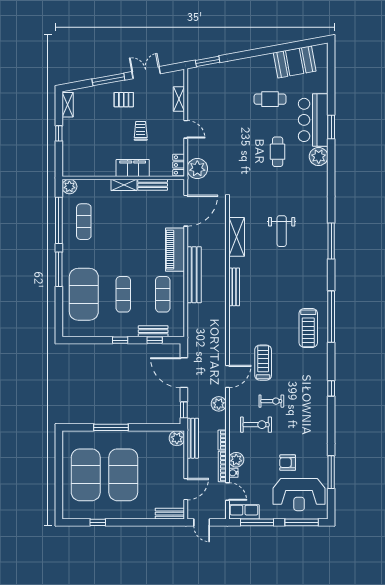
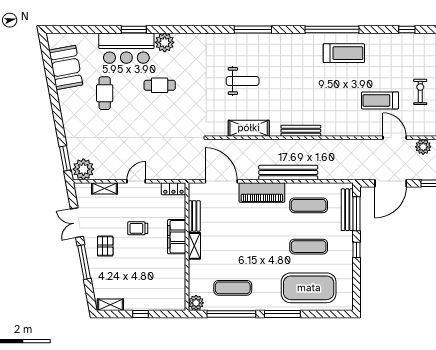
plant: (197, 169) -> (83, 169), moved
bench: (153, 331) -> (347, 210), width x1.36
window: (155, 340) -> (356, 214), width x2.17

